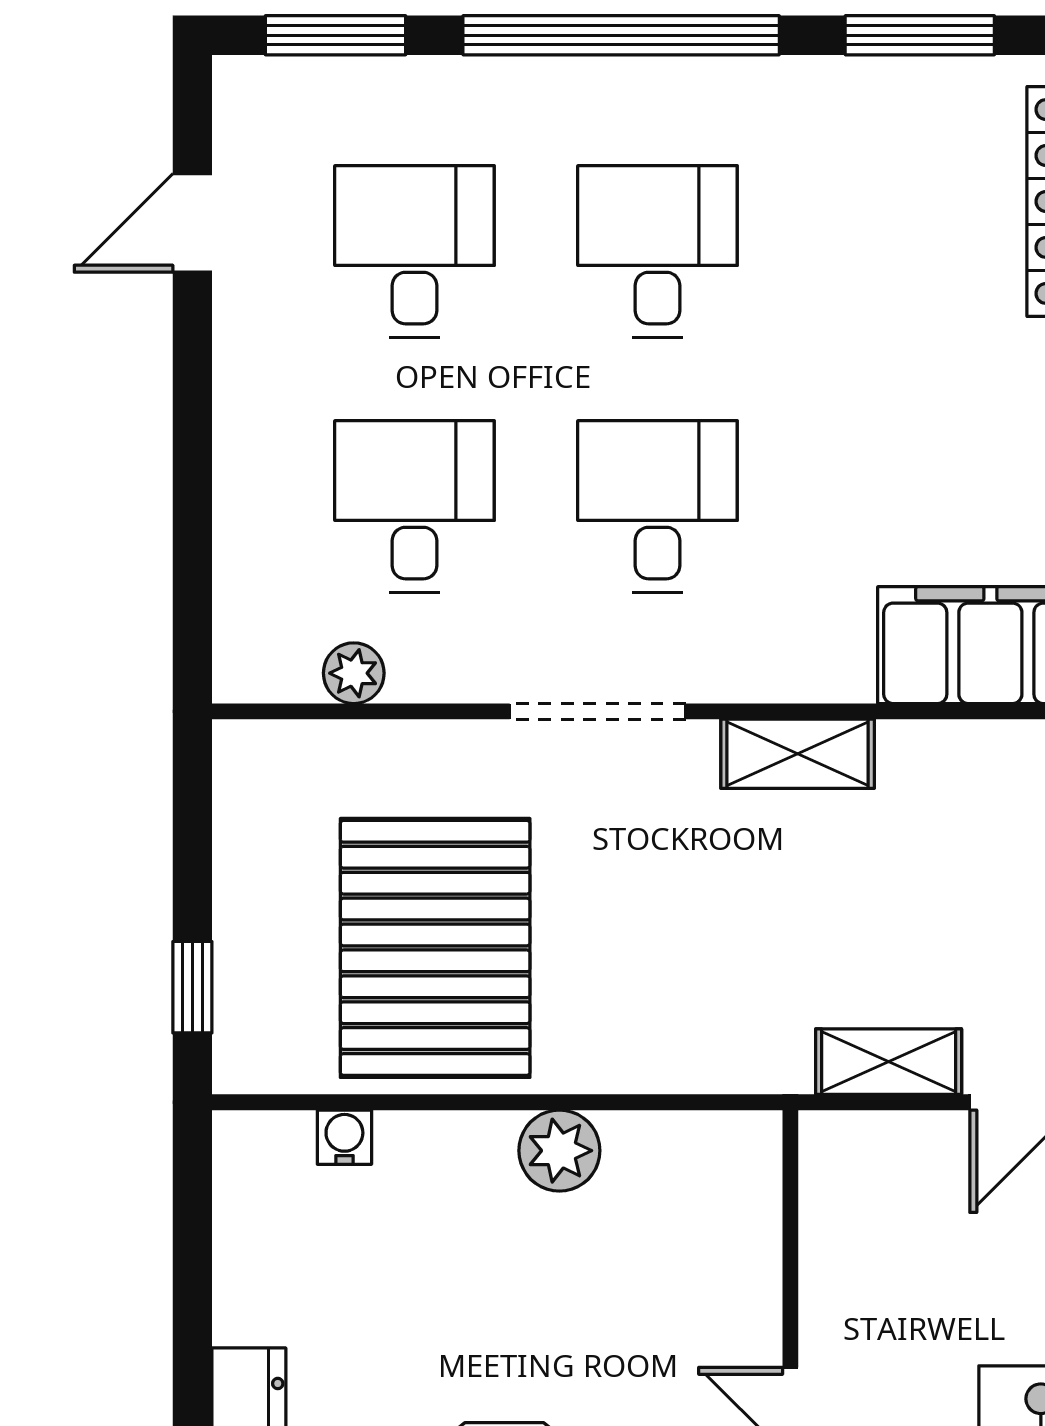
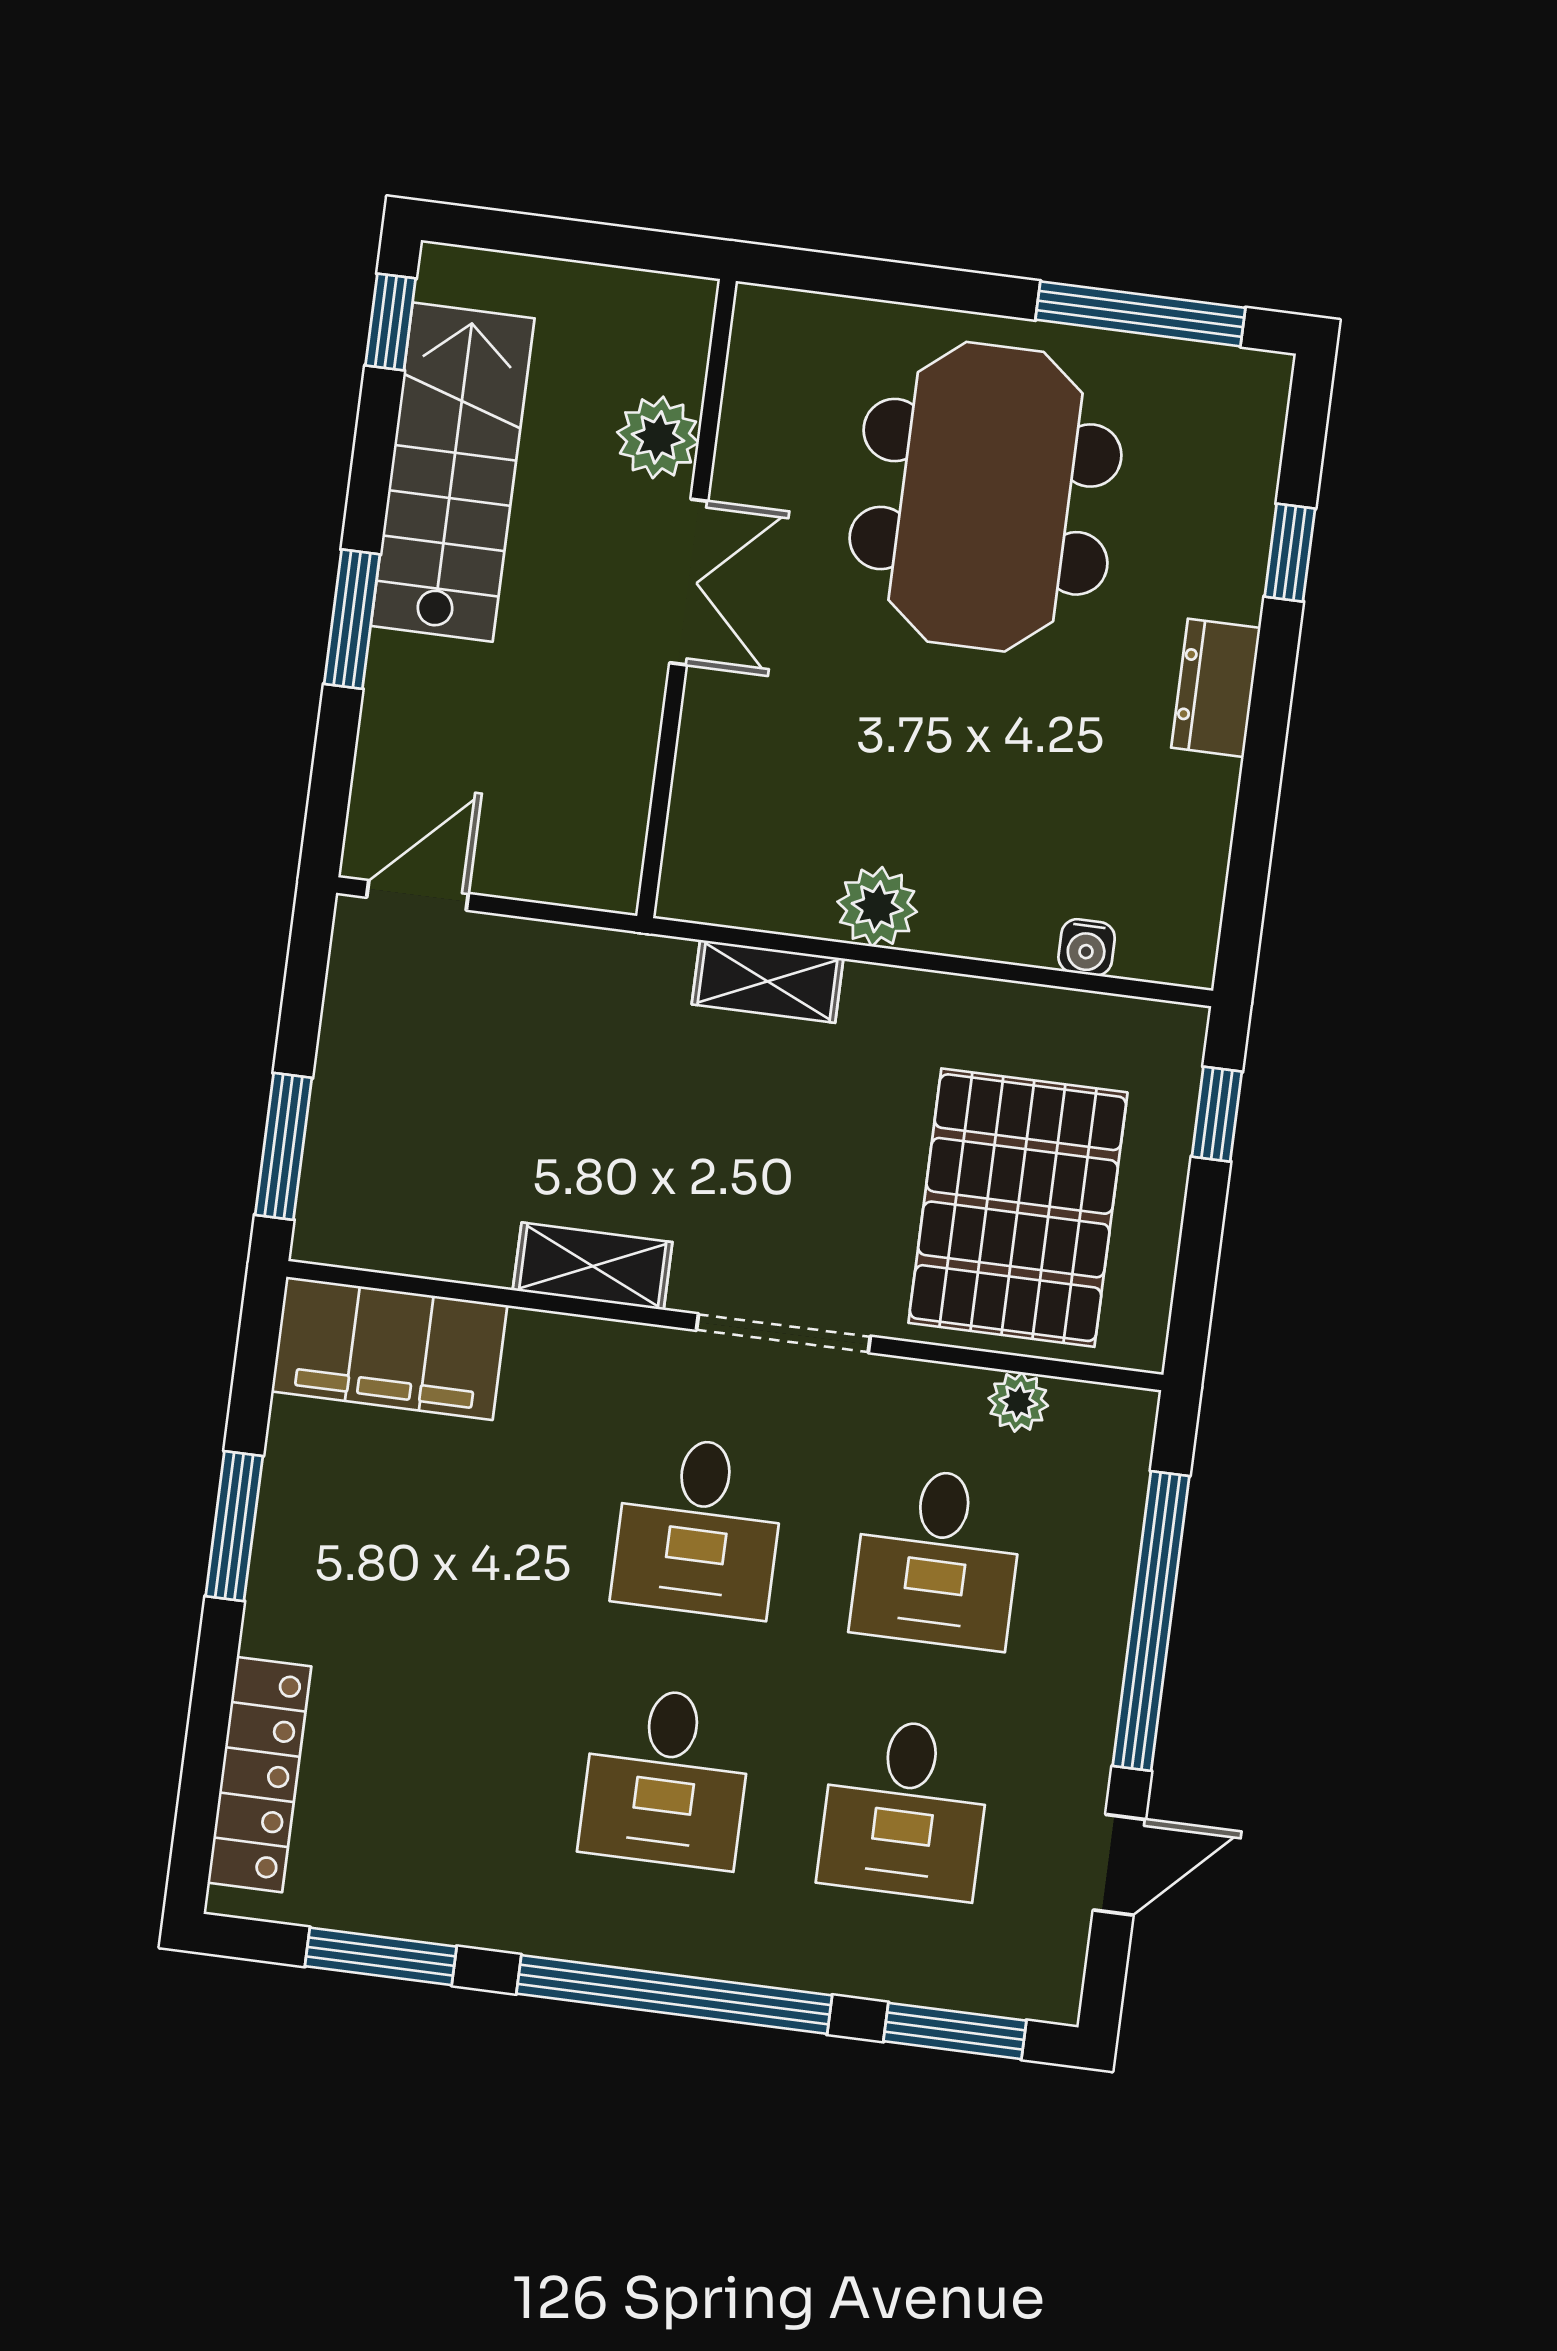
window: (192, 471) -> (1151, 1621), added
pallet: (435, 948) -> (1018, 1208), moved
shelving: (889, 1062) -> (768, 981), moved

